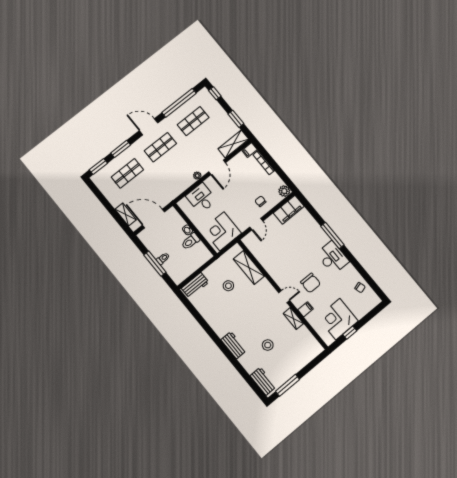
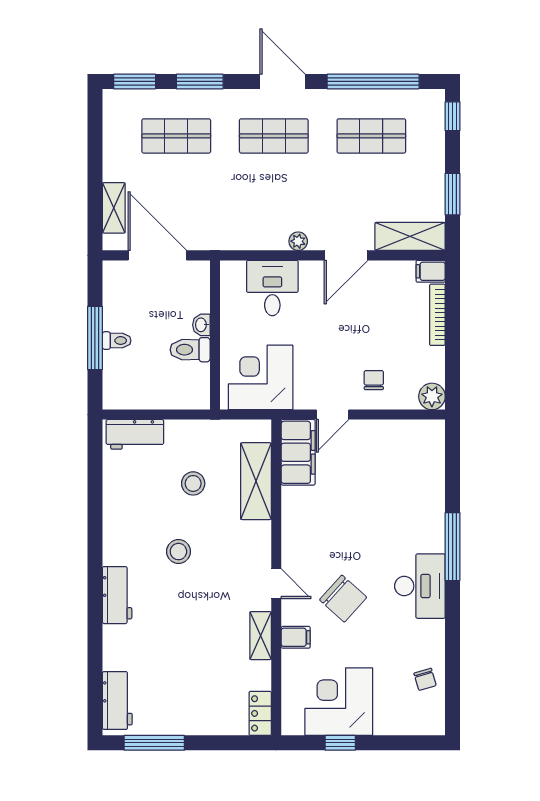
filing cabinet: (289, 210) -> (298, 452), moved, turned -90
chair: (311, 283) -> (343, 599), turned -48
stool: (268, 345) -> (178, 552), moved
locker: (315, 345) -> (260, 713), added

